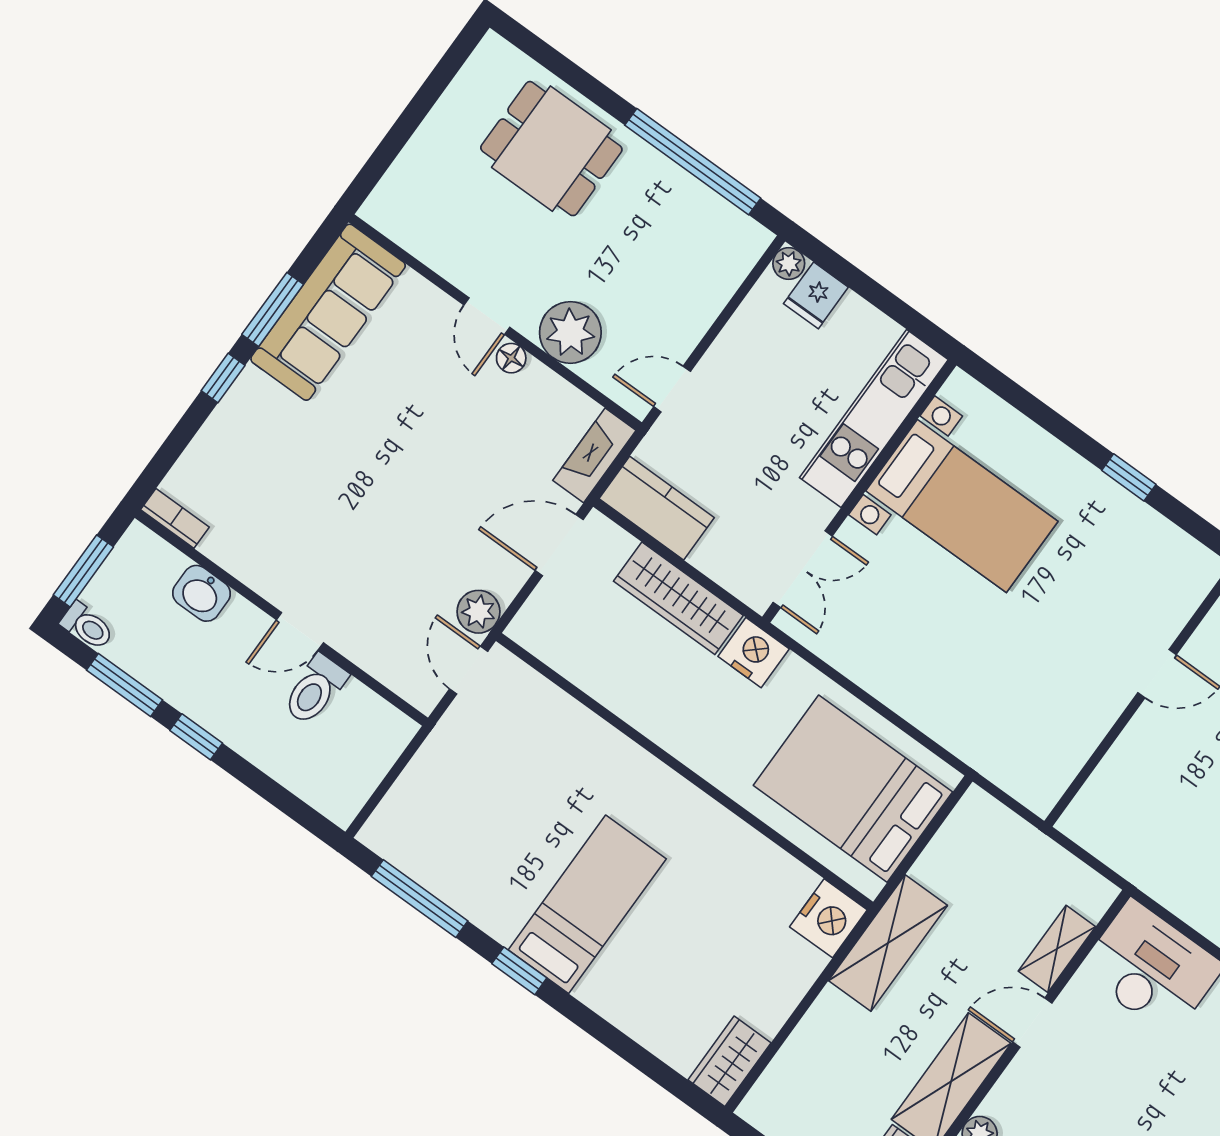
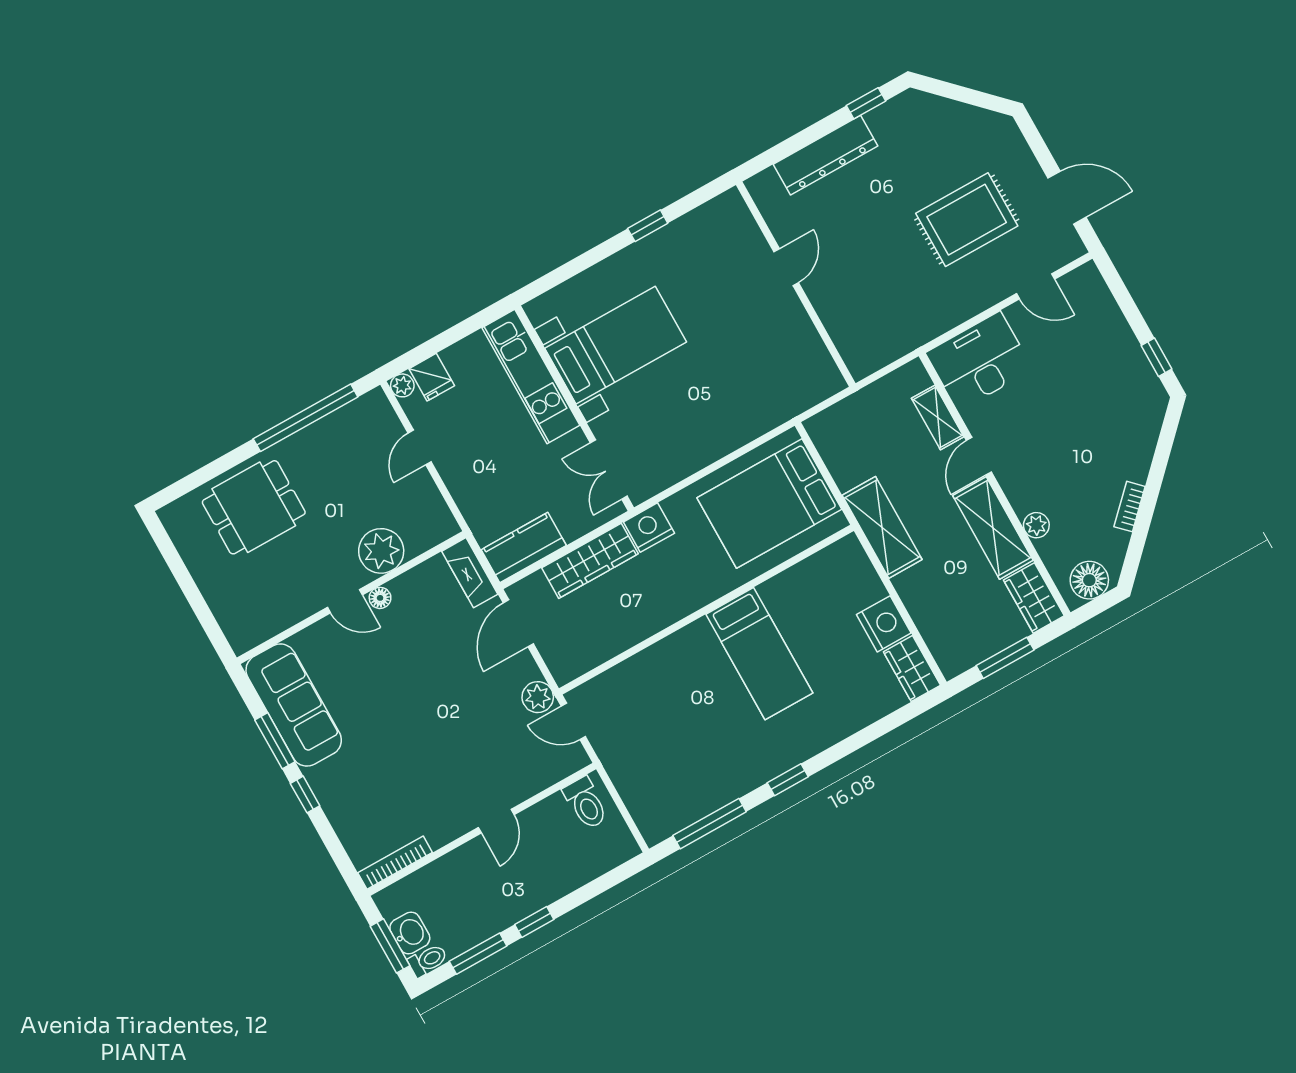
door: (672, 389) -> (420, 447), moved
bookcase: (175, 518) -> (395, 863), width x1.56
double door: (803, 569) -> (609, 470), swing flipped
washbasin: (201, 593) -> (410, 933), moved, turned -90
toilet: (315, 690) -> (586, 803), moved
bed: (587, 904) -> (759, 654), moved, turned 180
nightstand: (828, 918) -> (884, 624), moved

